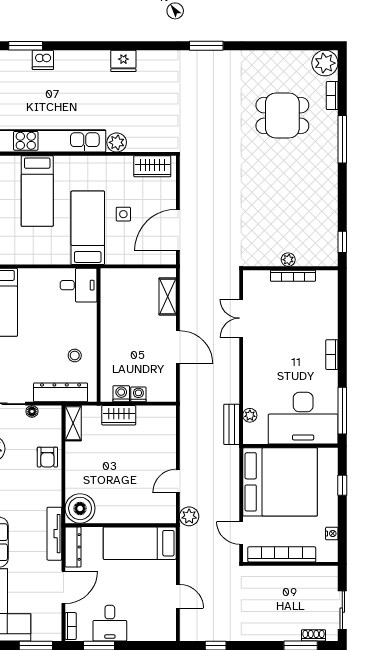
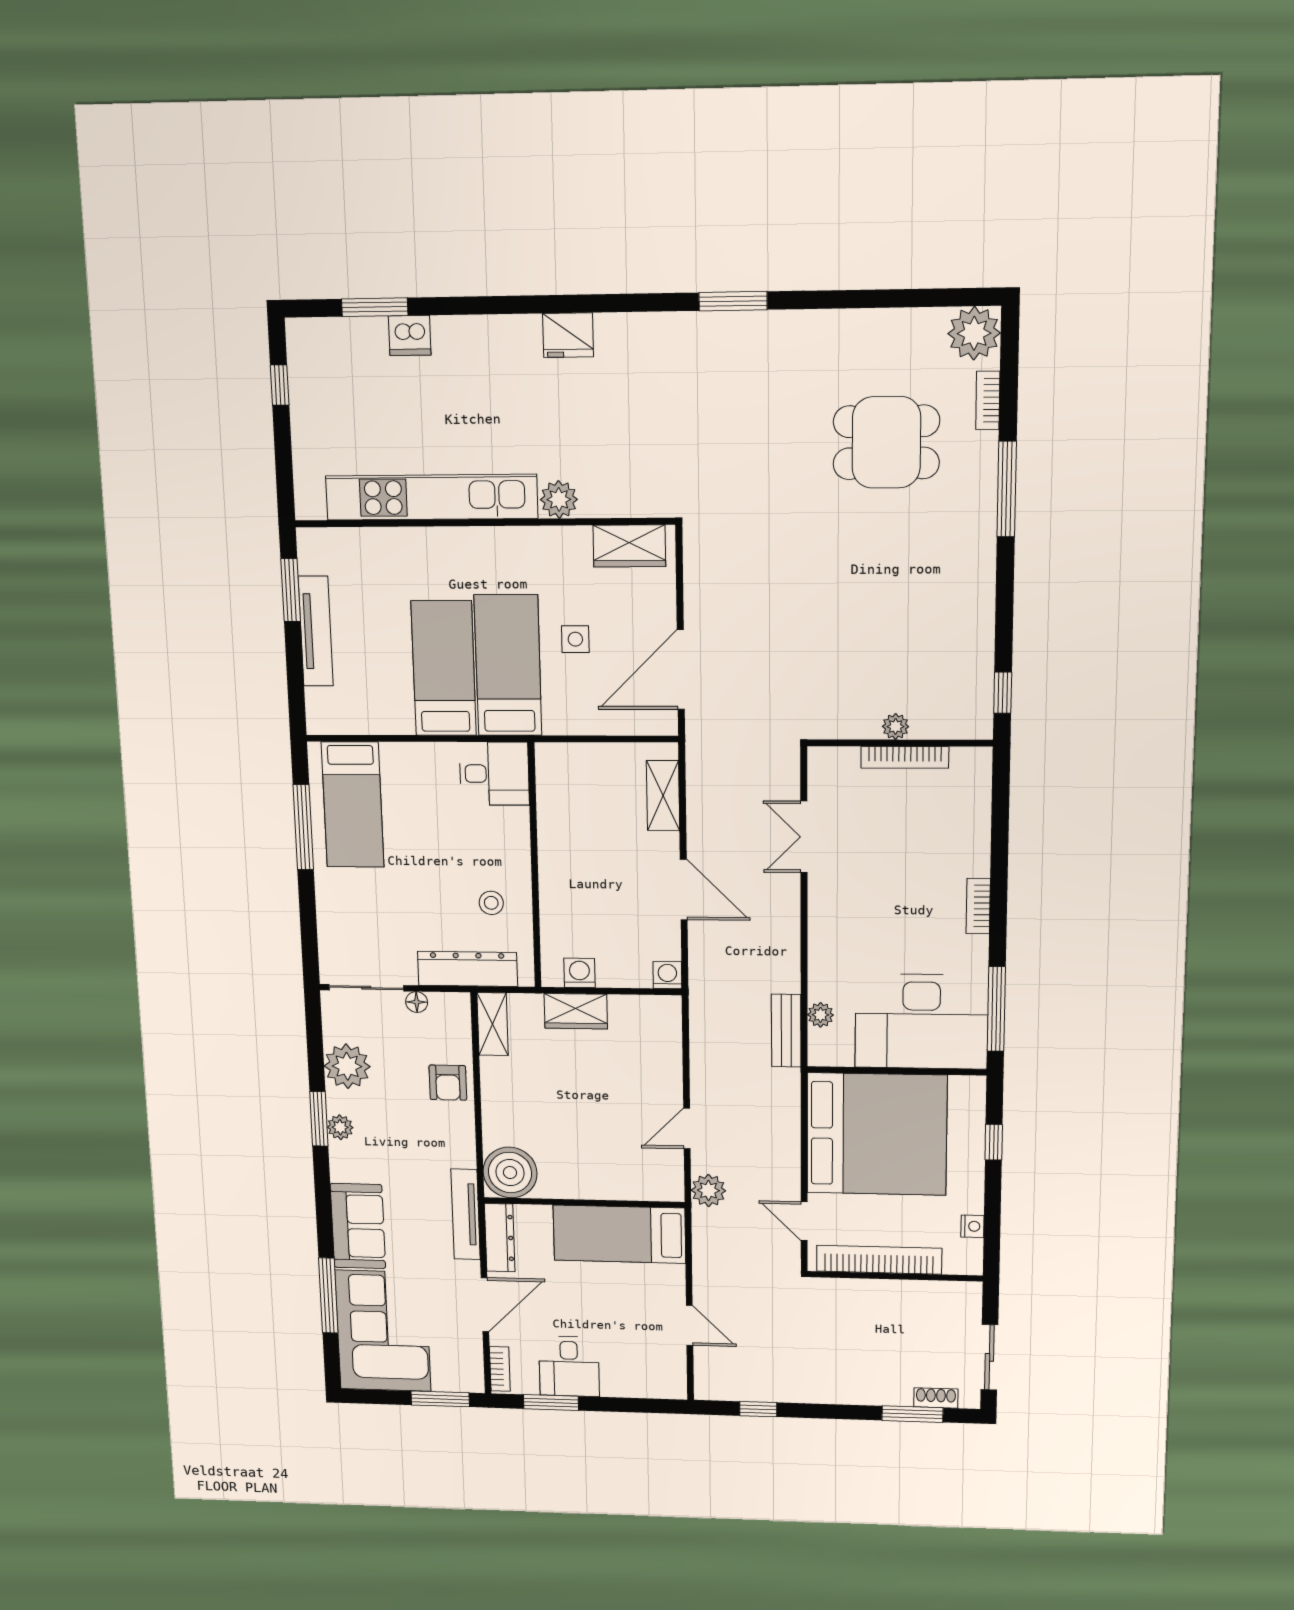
bed: (37, 191) -> (444, 668), moved, turned 180
washing machine: (138, 394) -> (667, 975), moved

